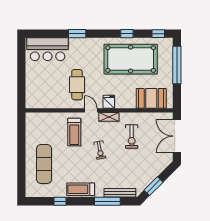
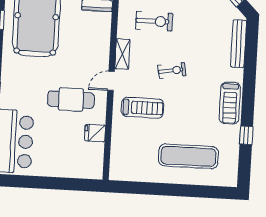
fridge: (109, 102) -> (95, 133), moved
window: (107, 201) -> (250, 64), removed

